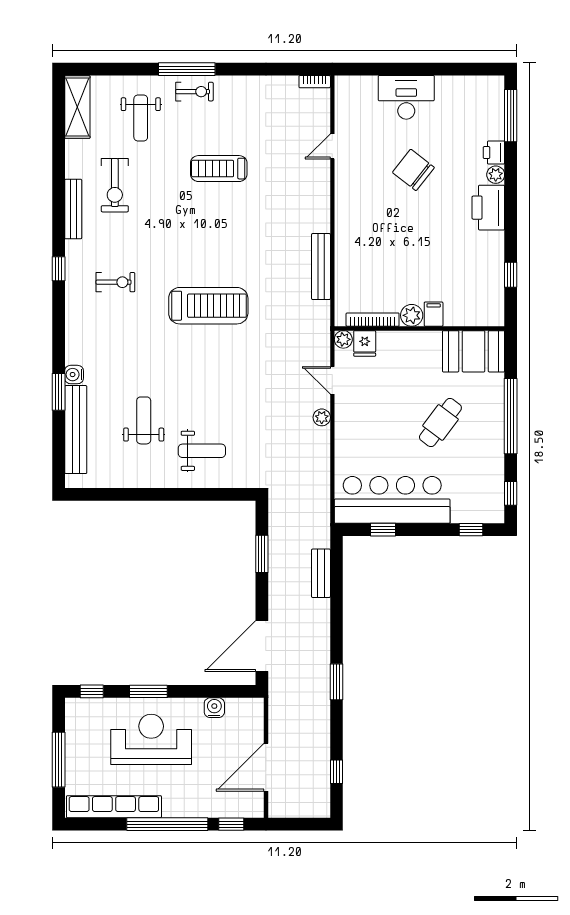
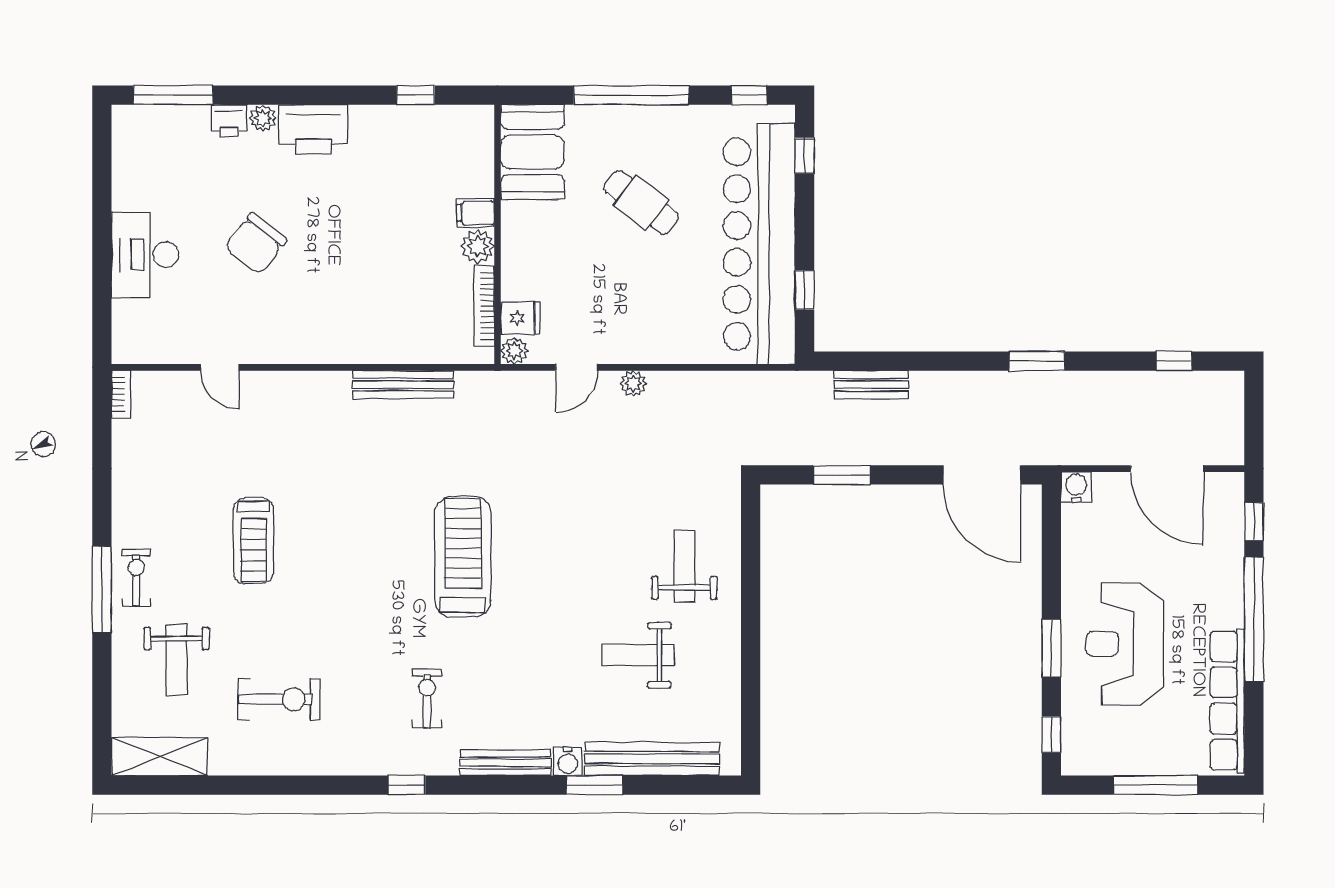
weight bench: (141, 118) -> (177, 660), turned 90
bench: (73, 209) -> (505, 763), moved
bar counter: (392, 500) -> (759, 244), width x1.36
water cooler: (214, 708) -> (1076, 487), moved, turned 90

